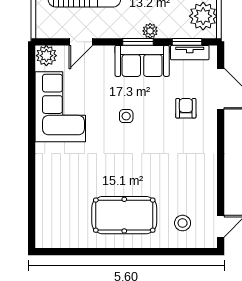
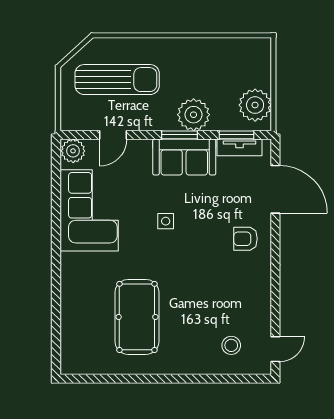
plant: (150, 31) -> (194, 115), width x1.88, depth x1.88
armchair: (186, 108) -> (246, 239), moved, turned -90
pool table: (124, 215) -> (137, 317), moved, turned 90

